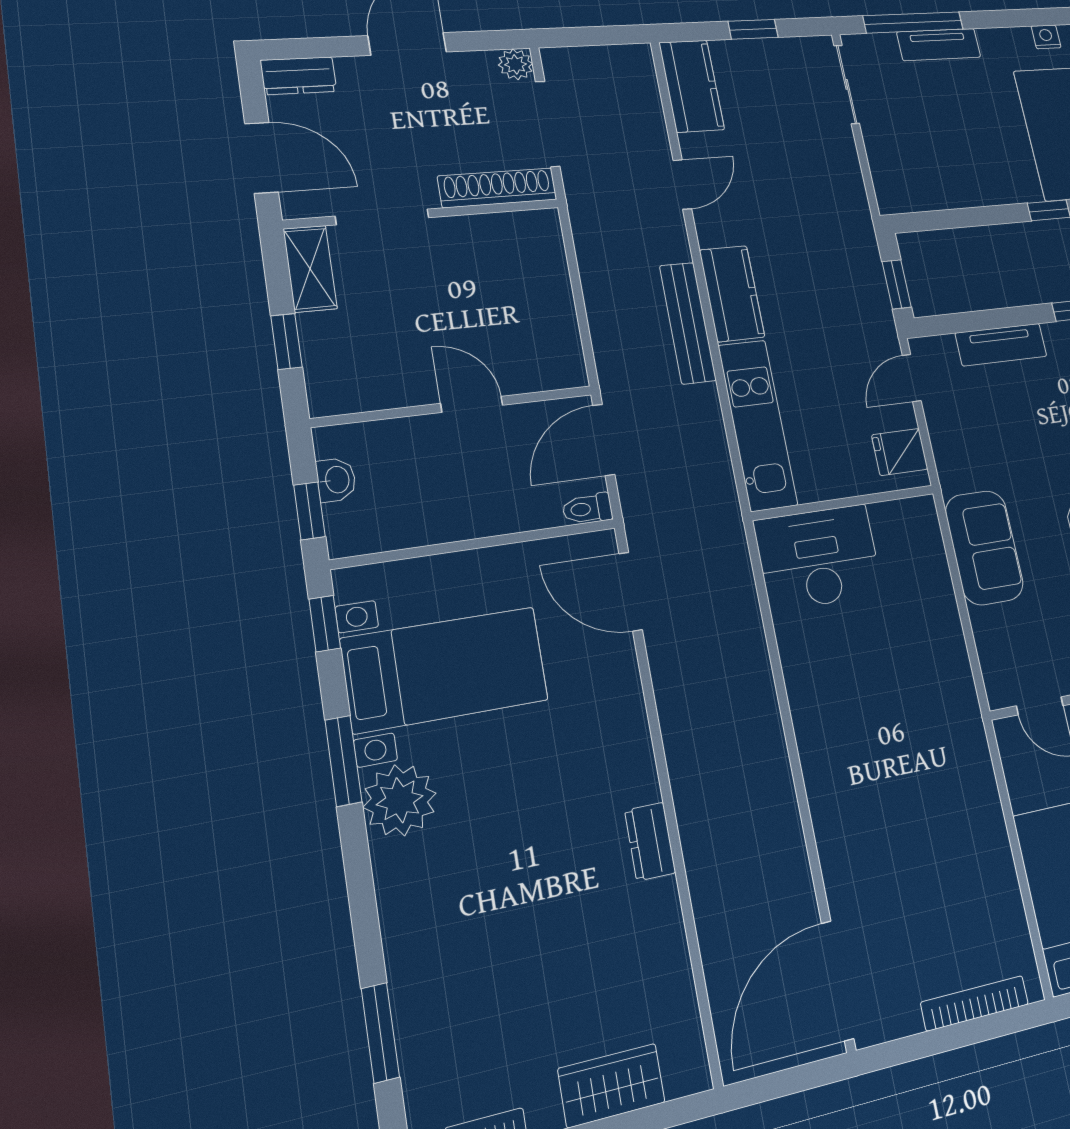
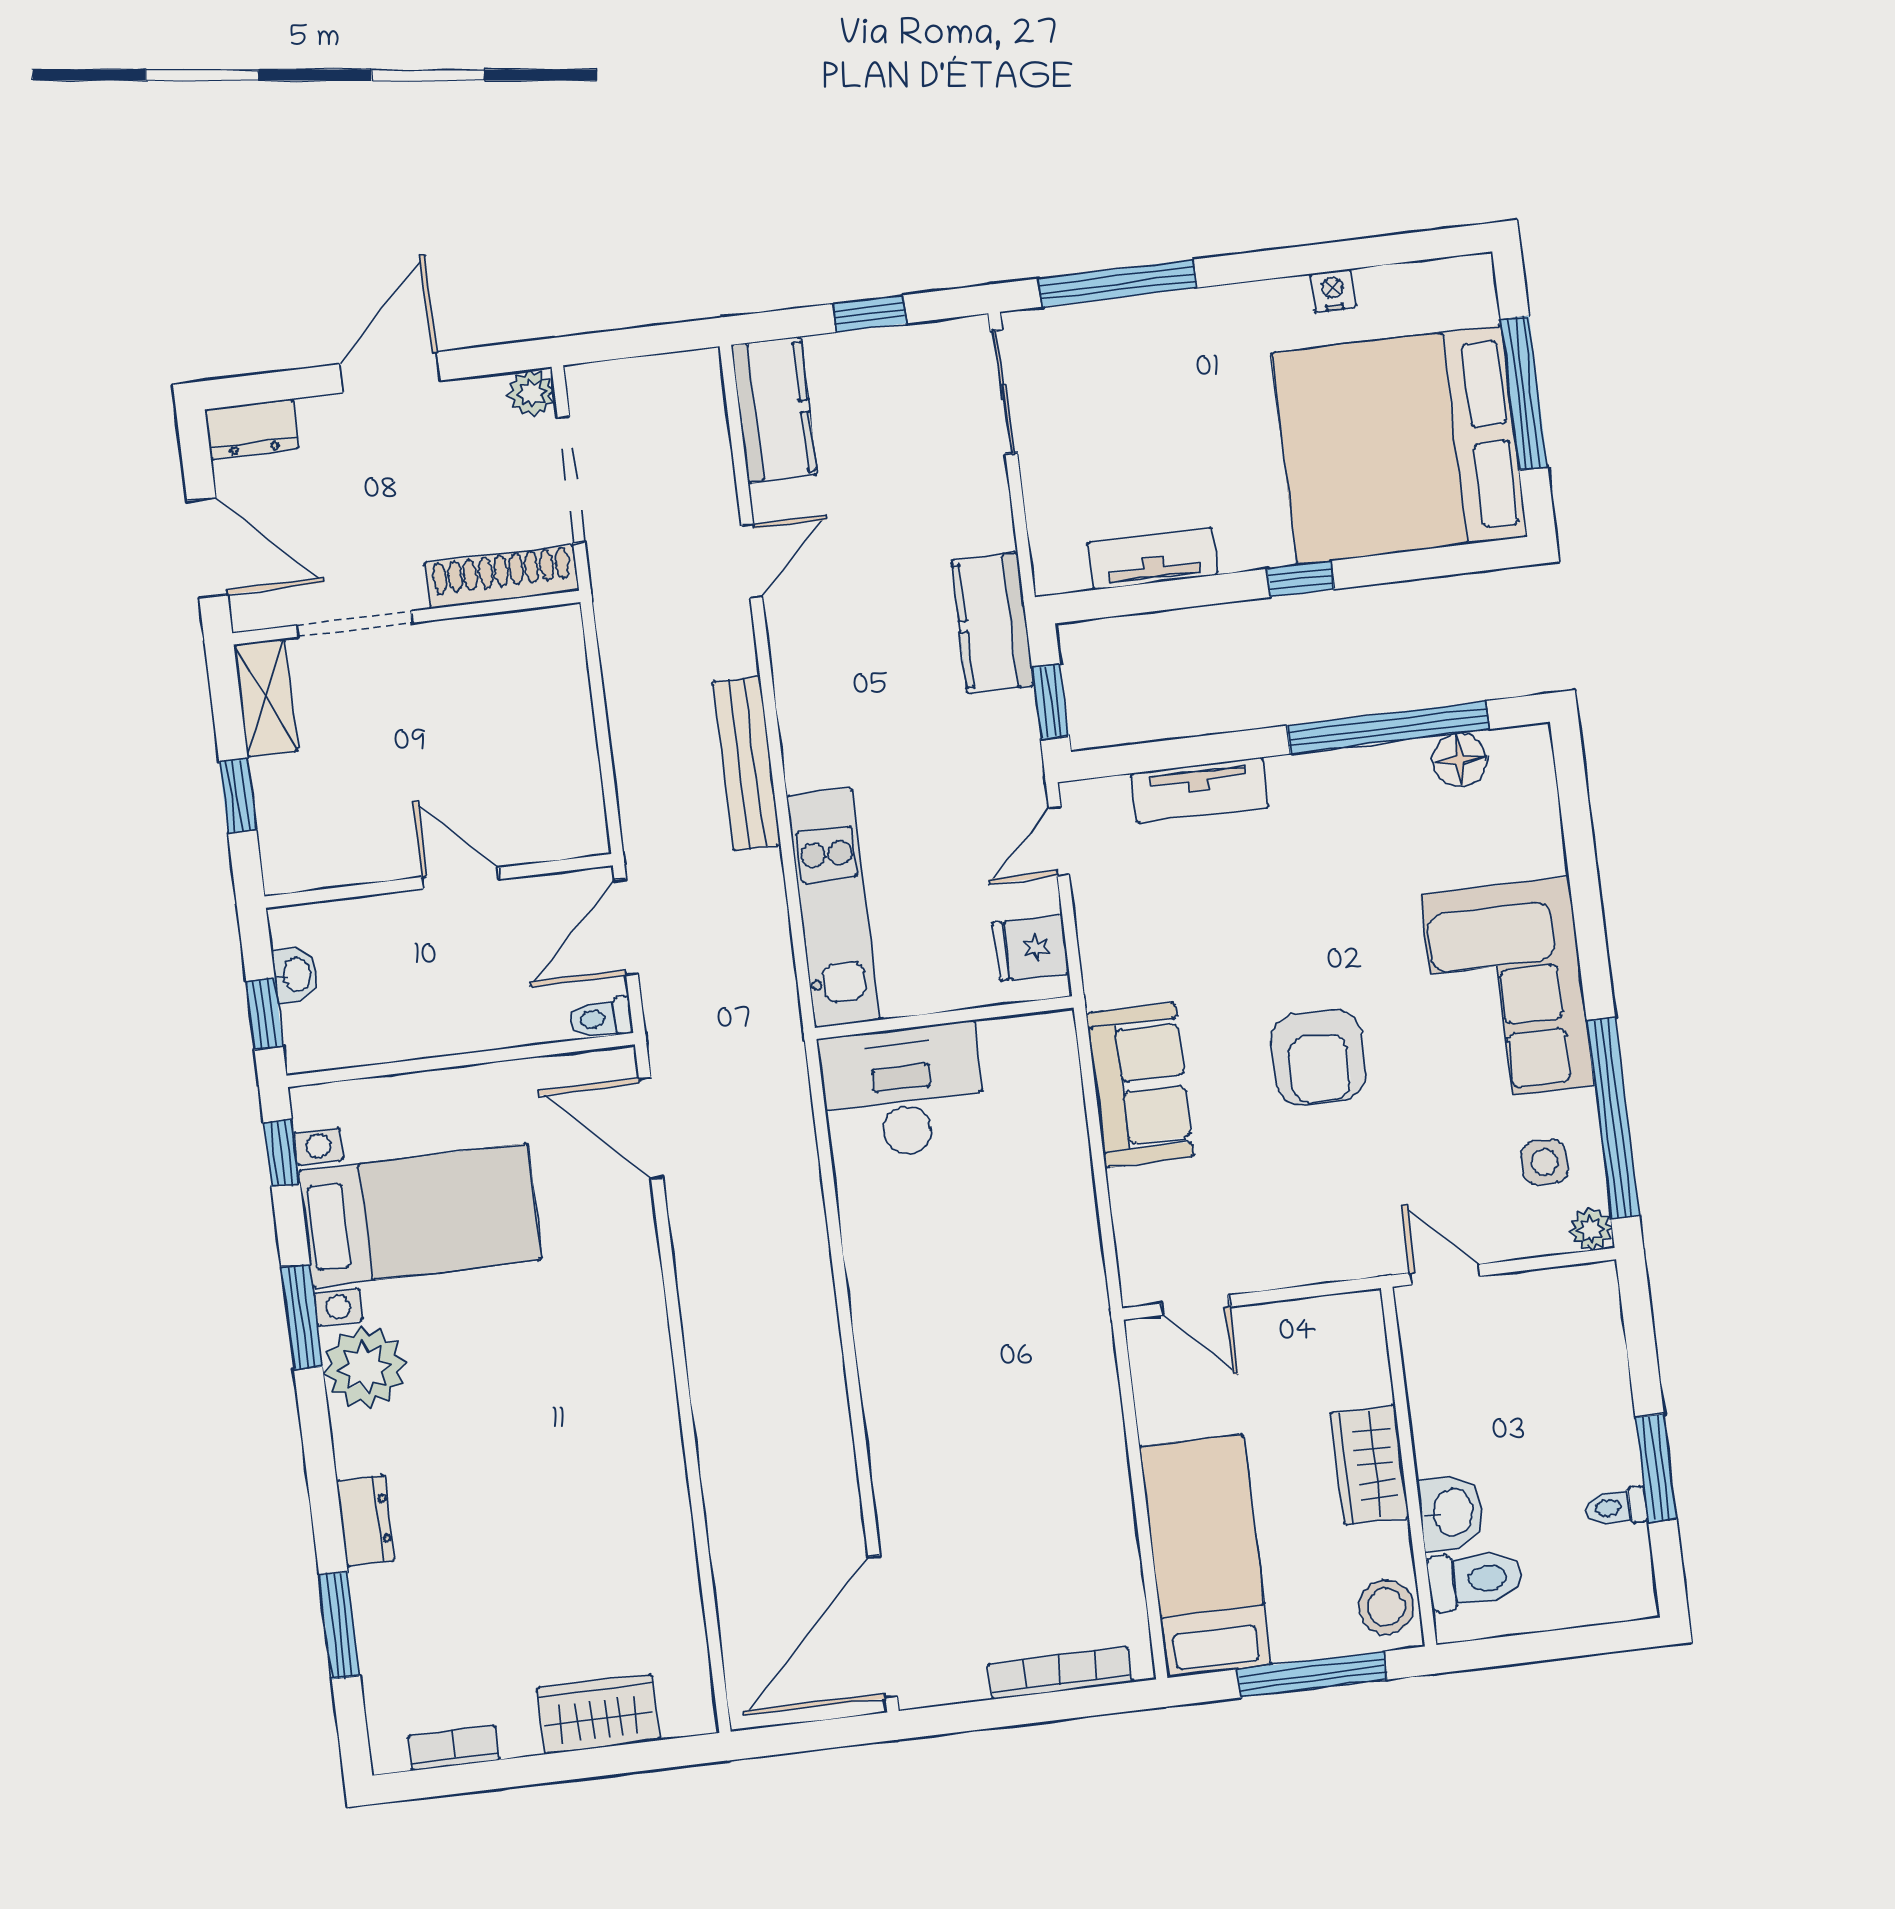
tv unit: (939, 45) -> (1153, 559), moved, turned 180
kitchen counter: (732, 293) -> (993, 623), moved, turned 180
dresser: (650, 842) -> (366, 1521), moved, turned 180

